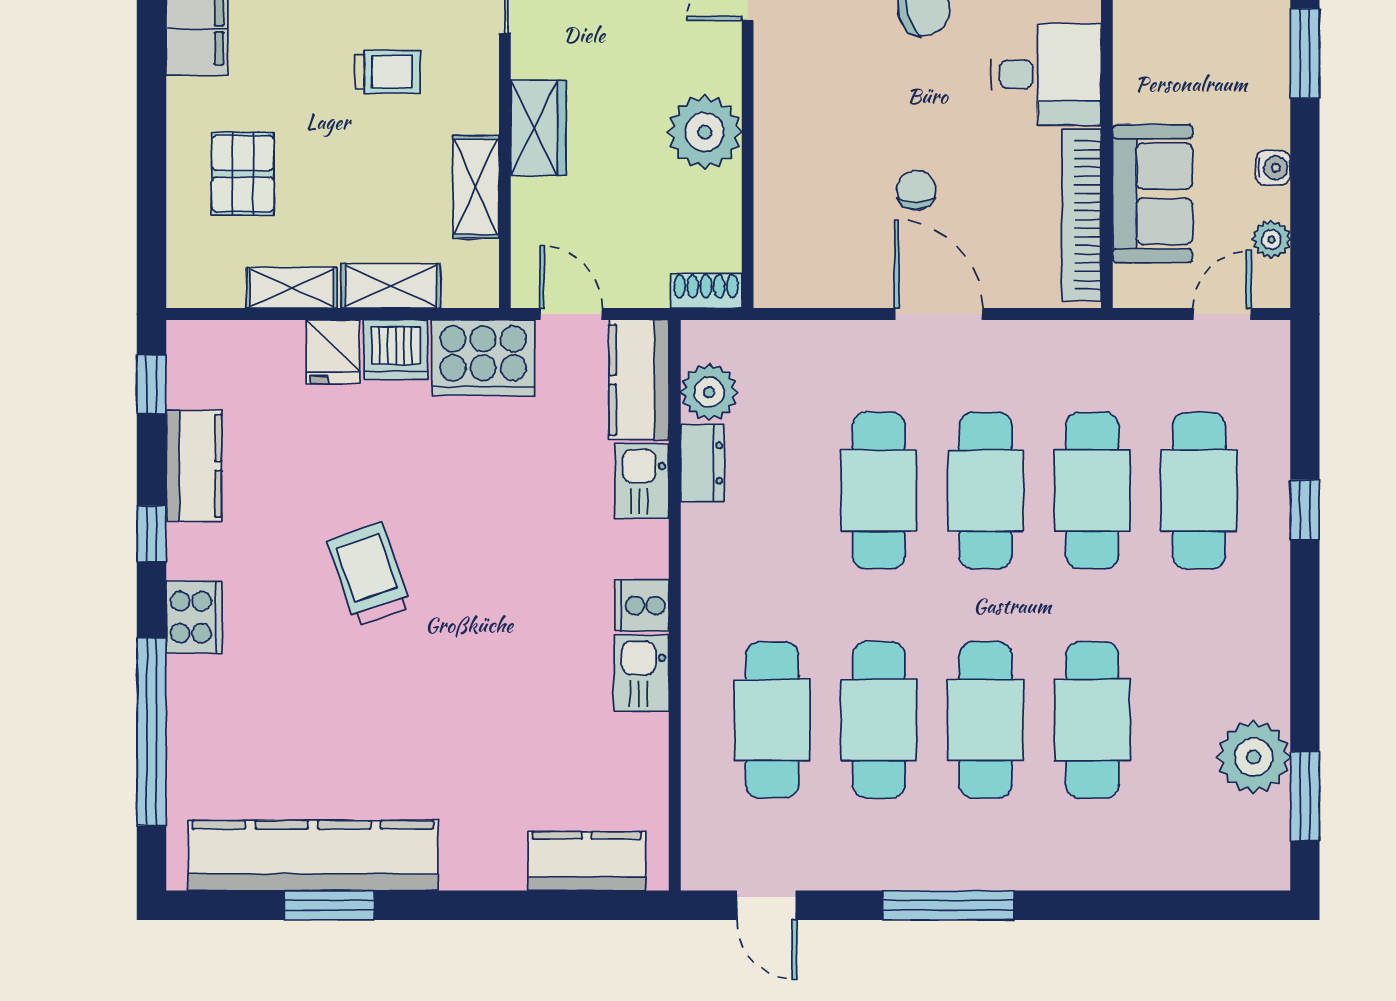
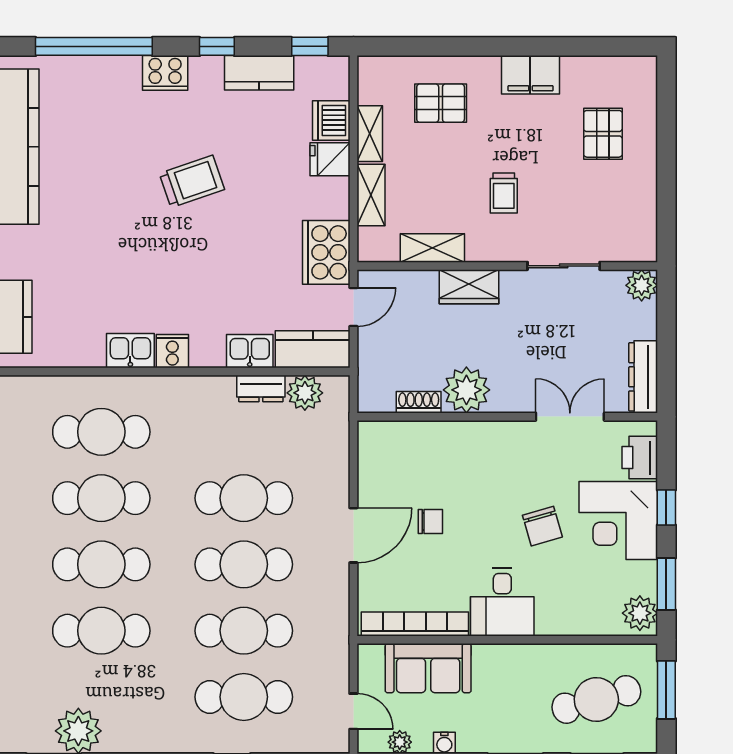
shoe rack: (706, 291) -> (419, 402), moved, turned -90
dishwasher: (396, 350) -> (331, 120), moved

